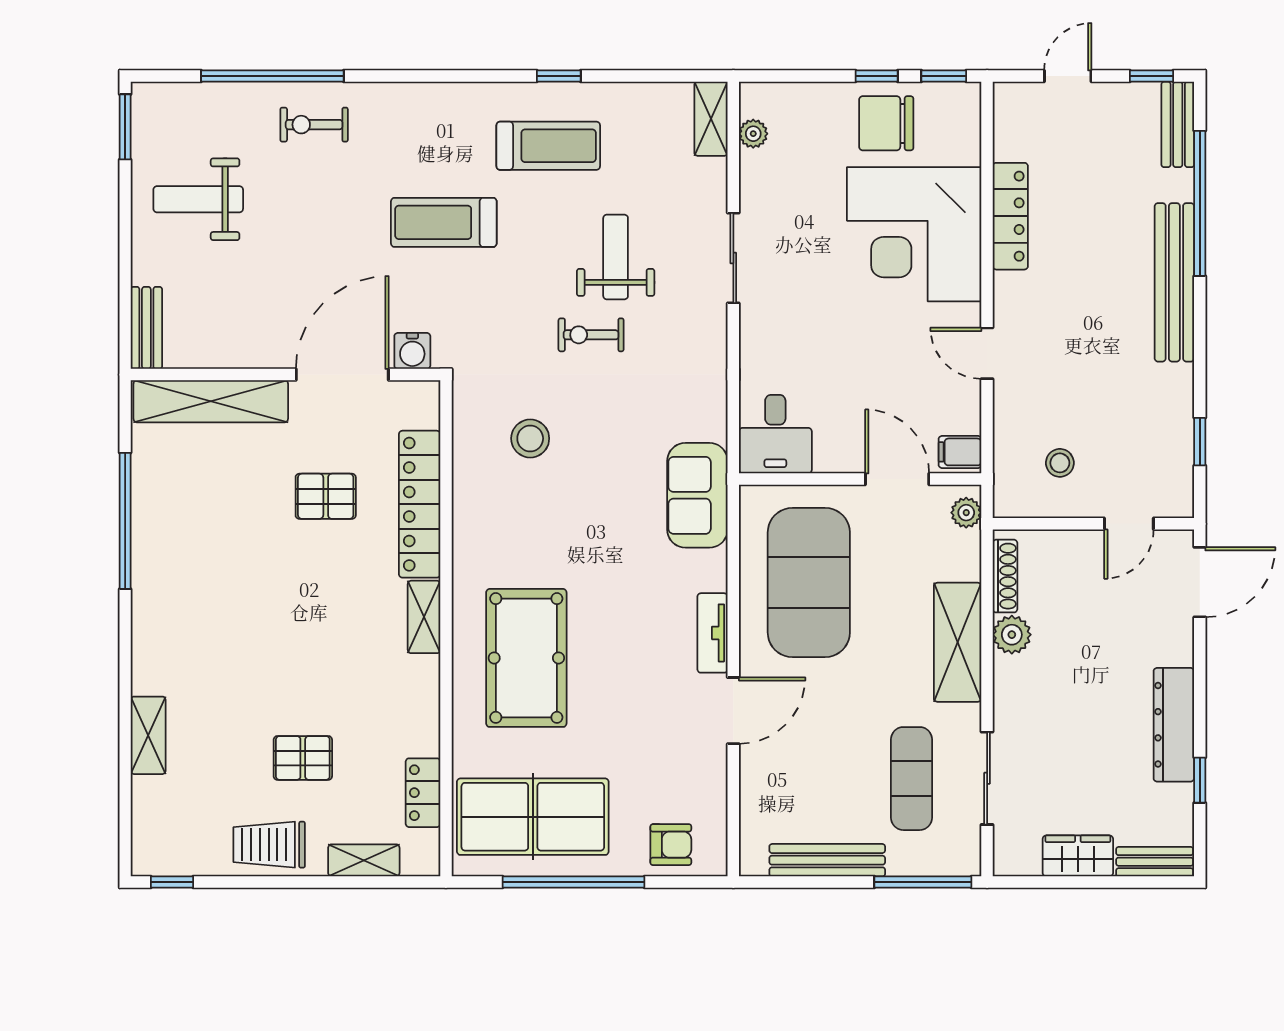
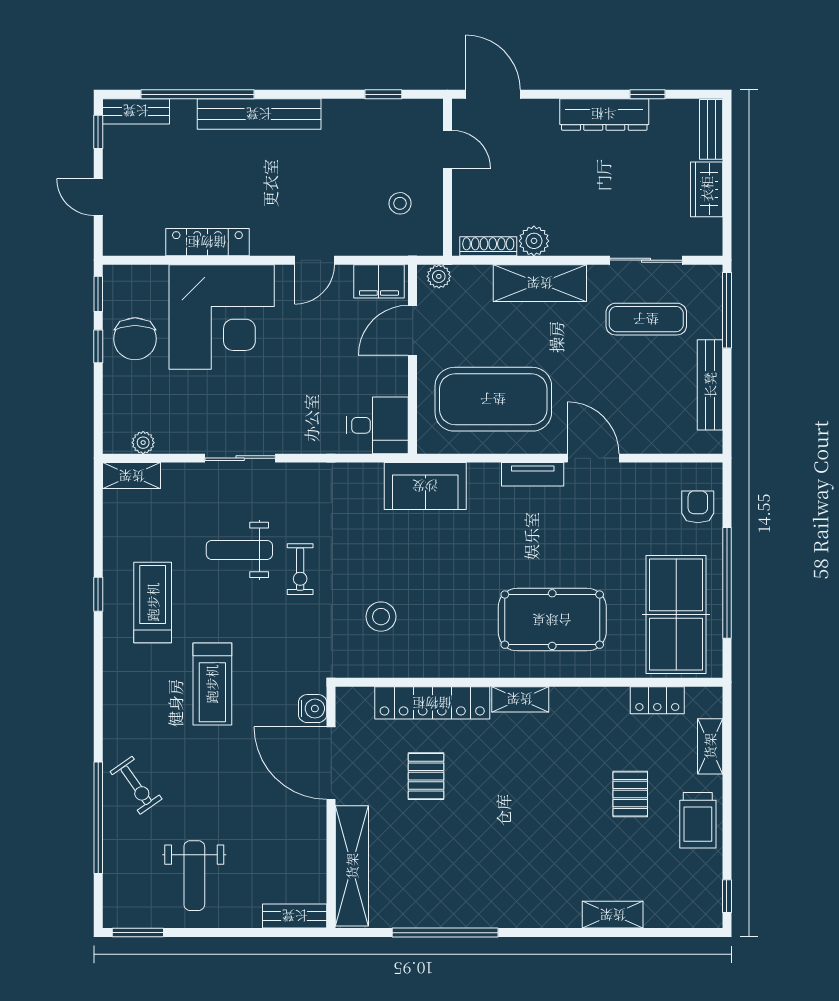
exercise bike: (314, 125) -> (136, 785), turned -35
filing cabinet: (960, 452) -> (379, 281), width x2.00

